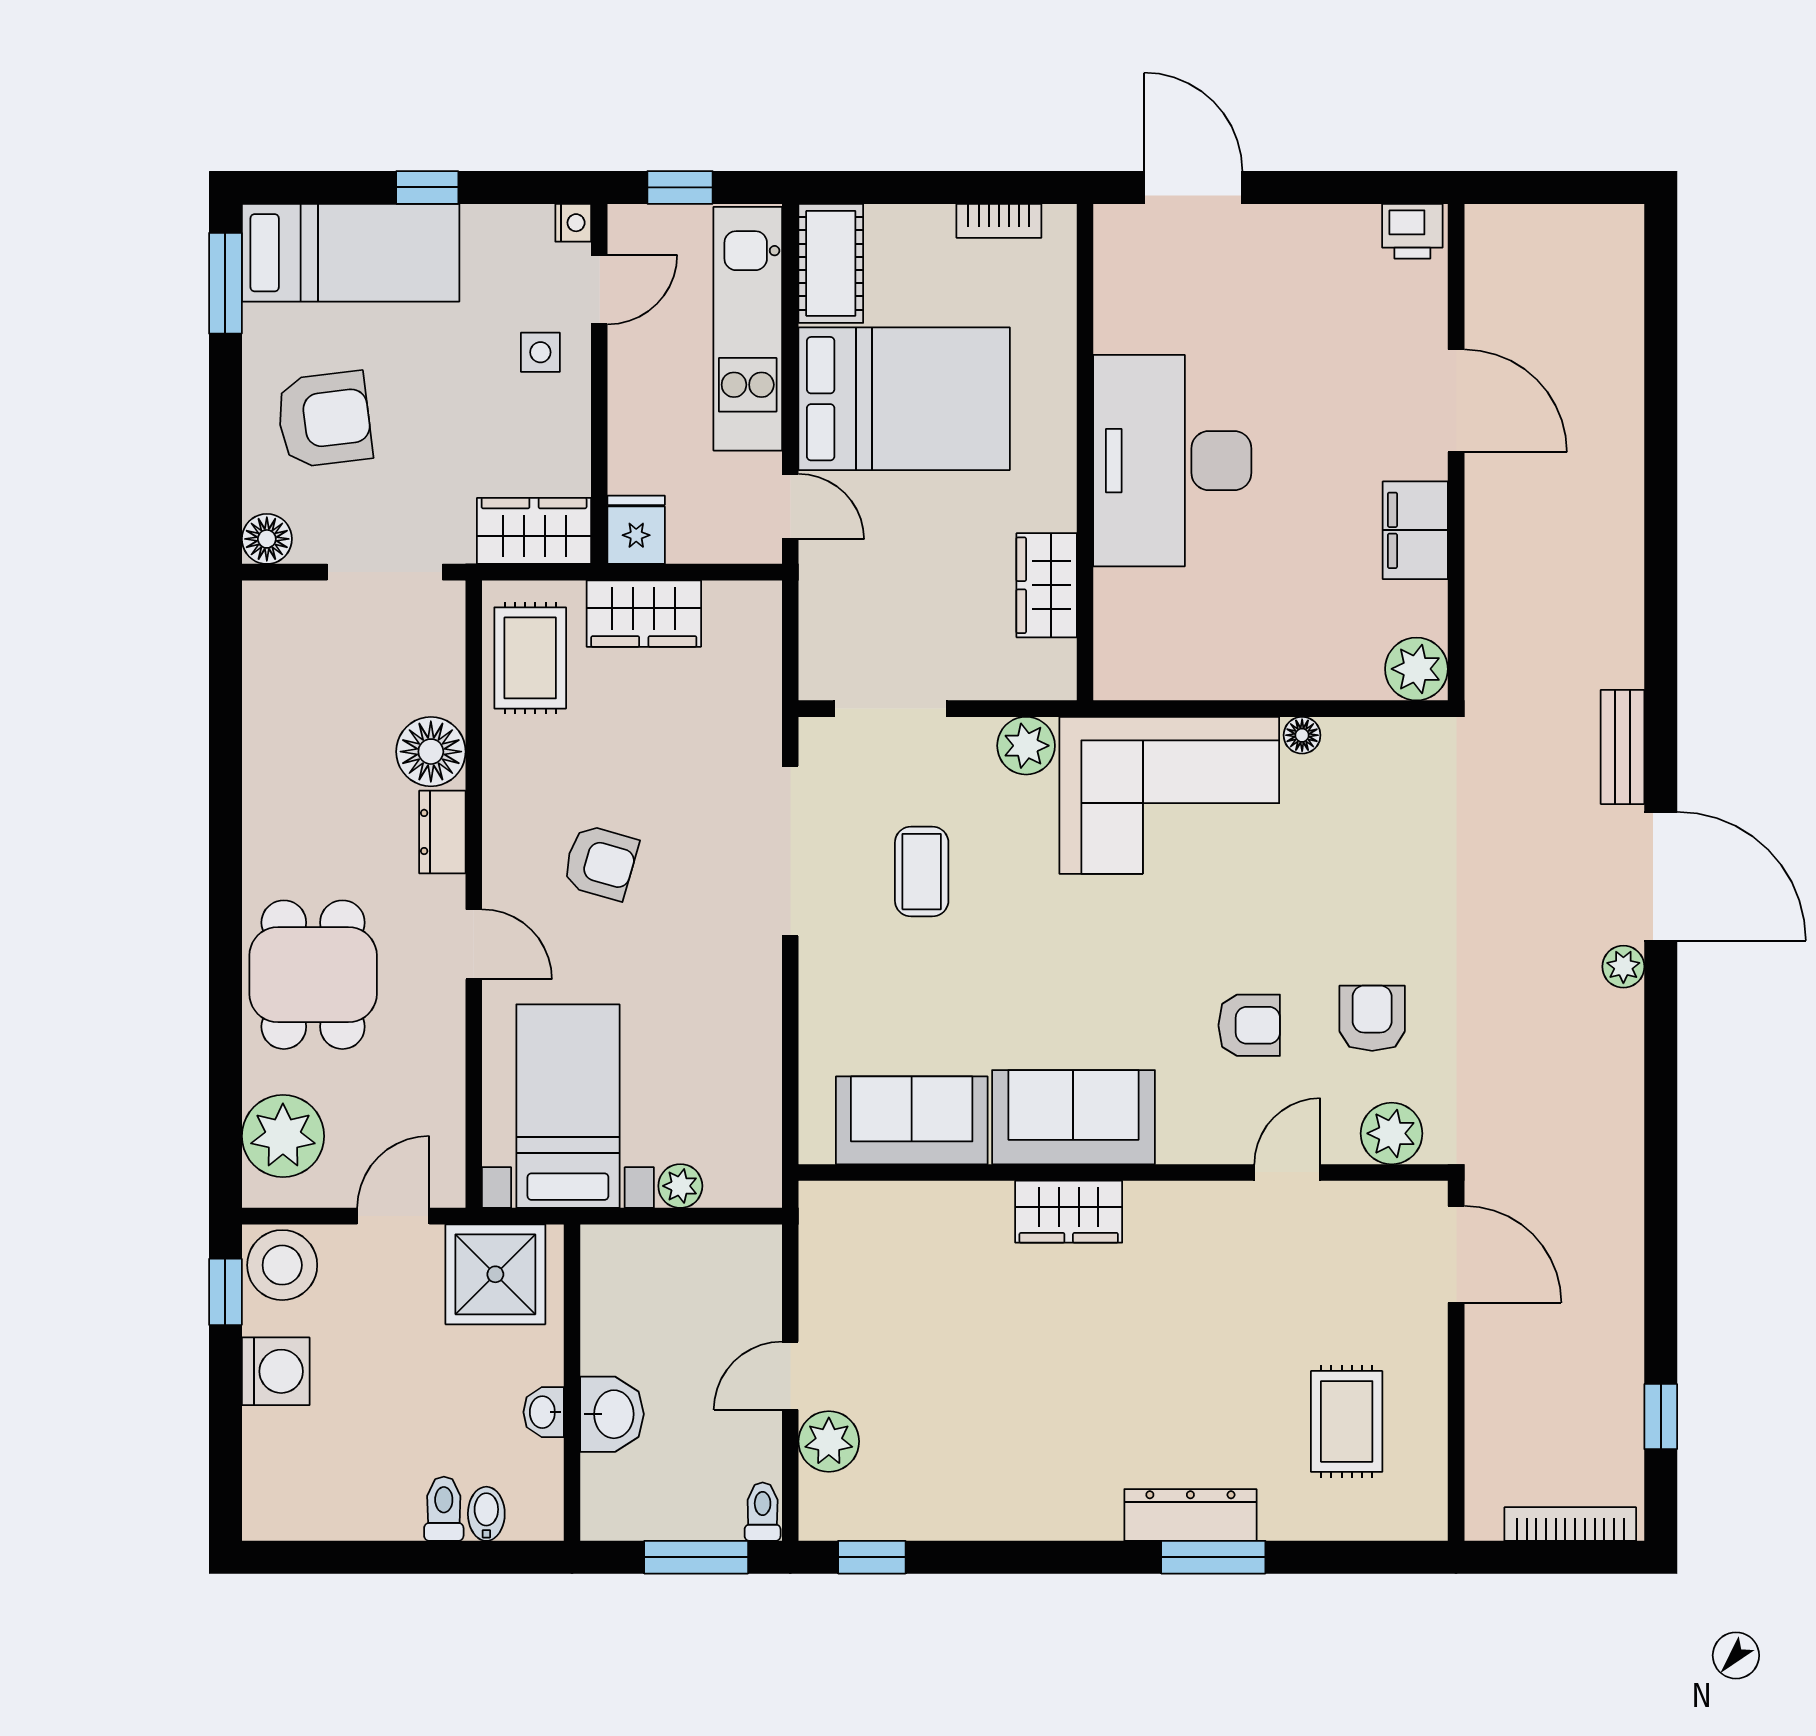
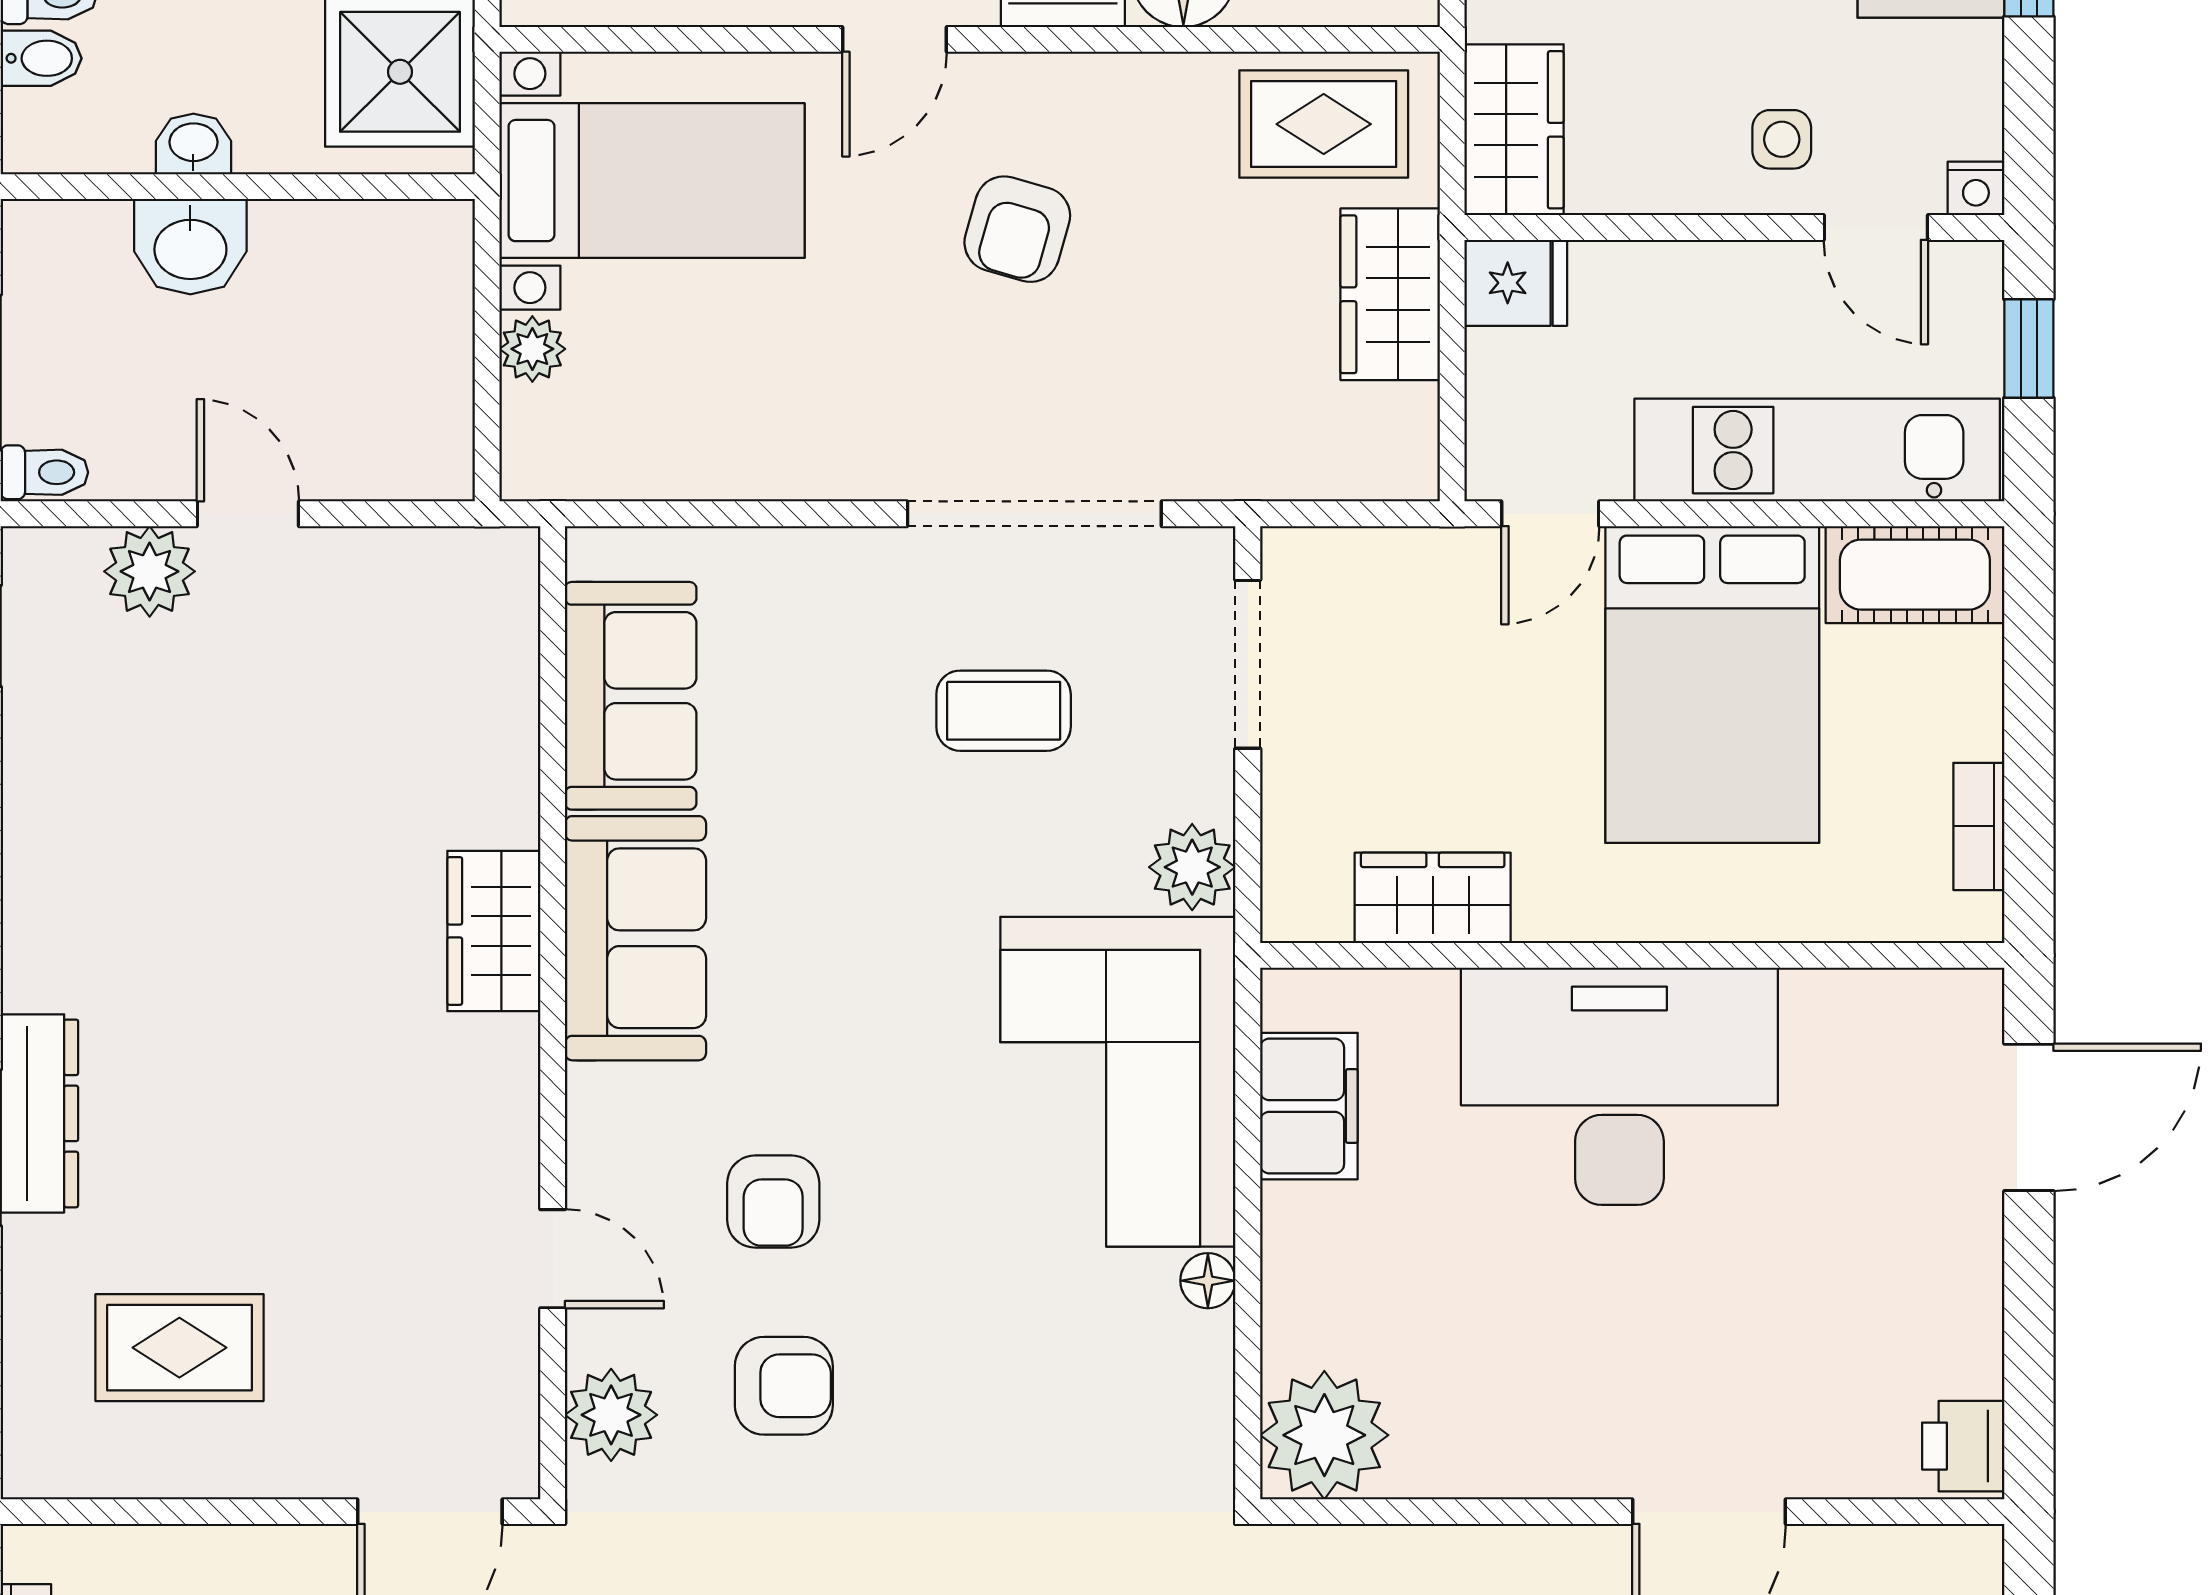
filing cabinet: (1415, 530) -> (1309, 1106), moved, turned 90
plant: (1416, 669) -> (1324, 1435), width x1.36, depth x1.36

